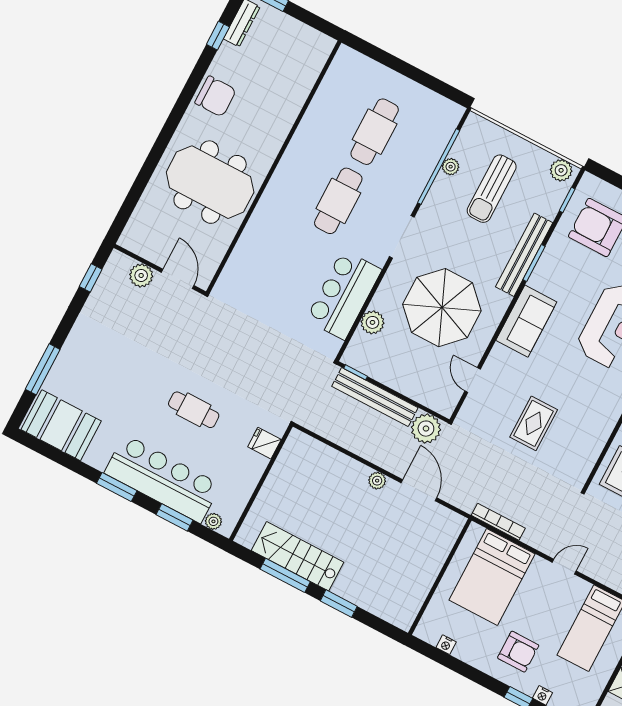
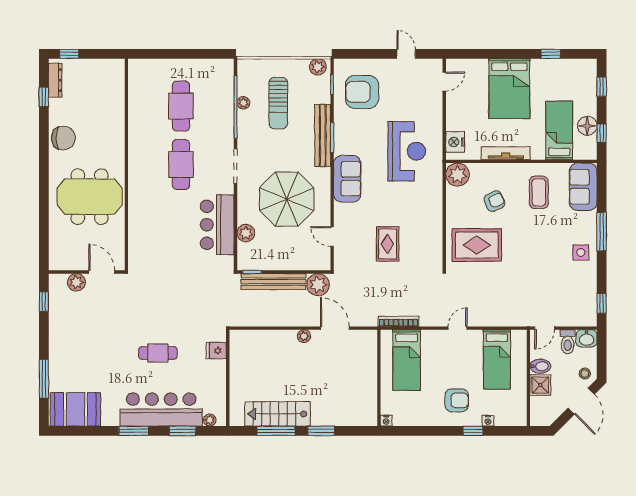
bed: (492, 577) -> (407, 360), width x0.67
nightstand: (446, 645) -> (386, 421), moved

